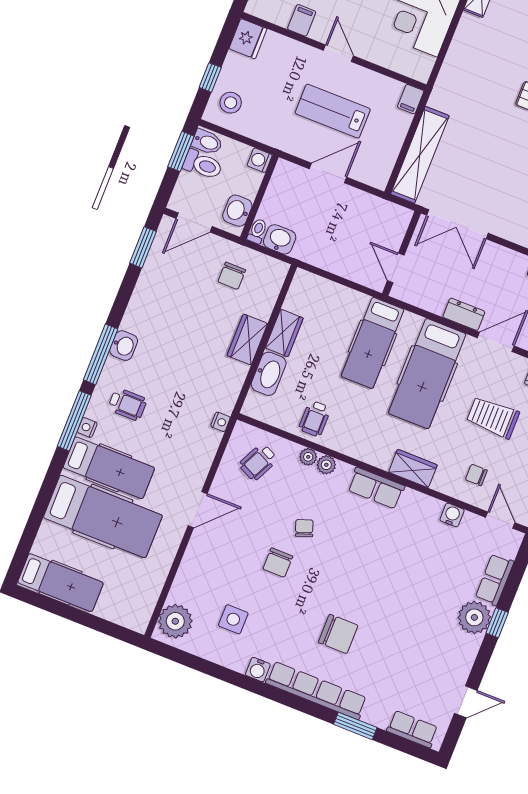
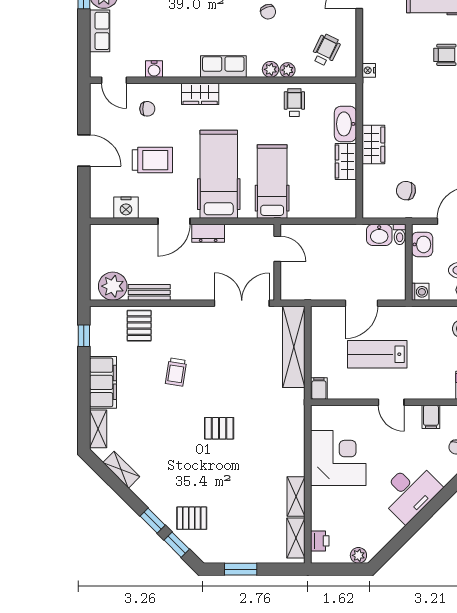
lab bench: (333, 111) -> (377, 354), turned 180
chair: (232, 276) -> (406, 191), turned -80

